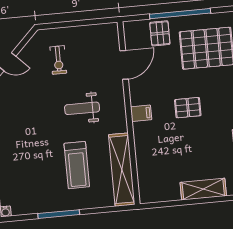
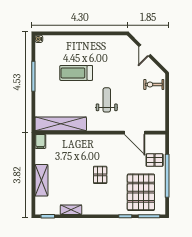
exercise bike: (58, 60) -> (154, 84), moved
filing cabinet: (141, 113) -> (40, 141), moved
treadmill: (77, 165) -> (76, 73), moved

